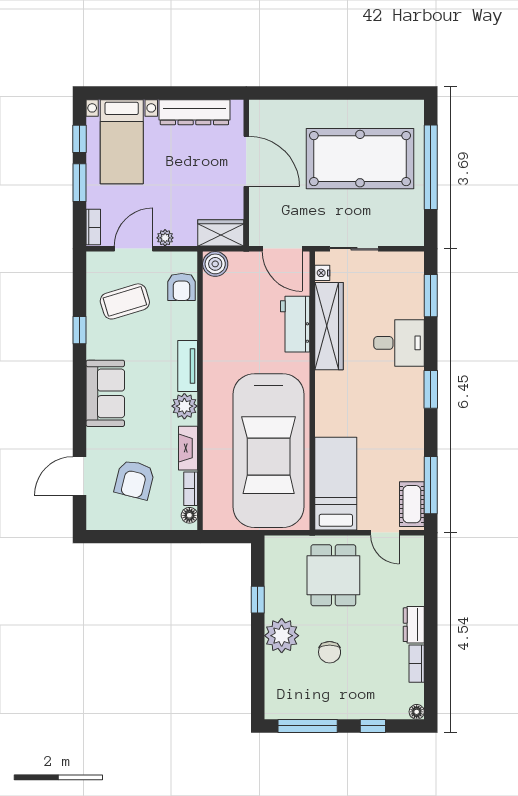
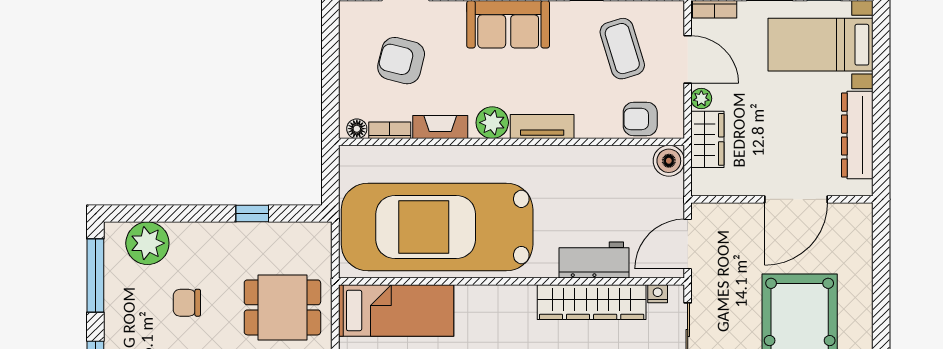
wardrobe: (221, 233) -> (707, 139), moved
plant: (282, 636) -> (147, 243), moved

